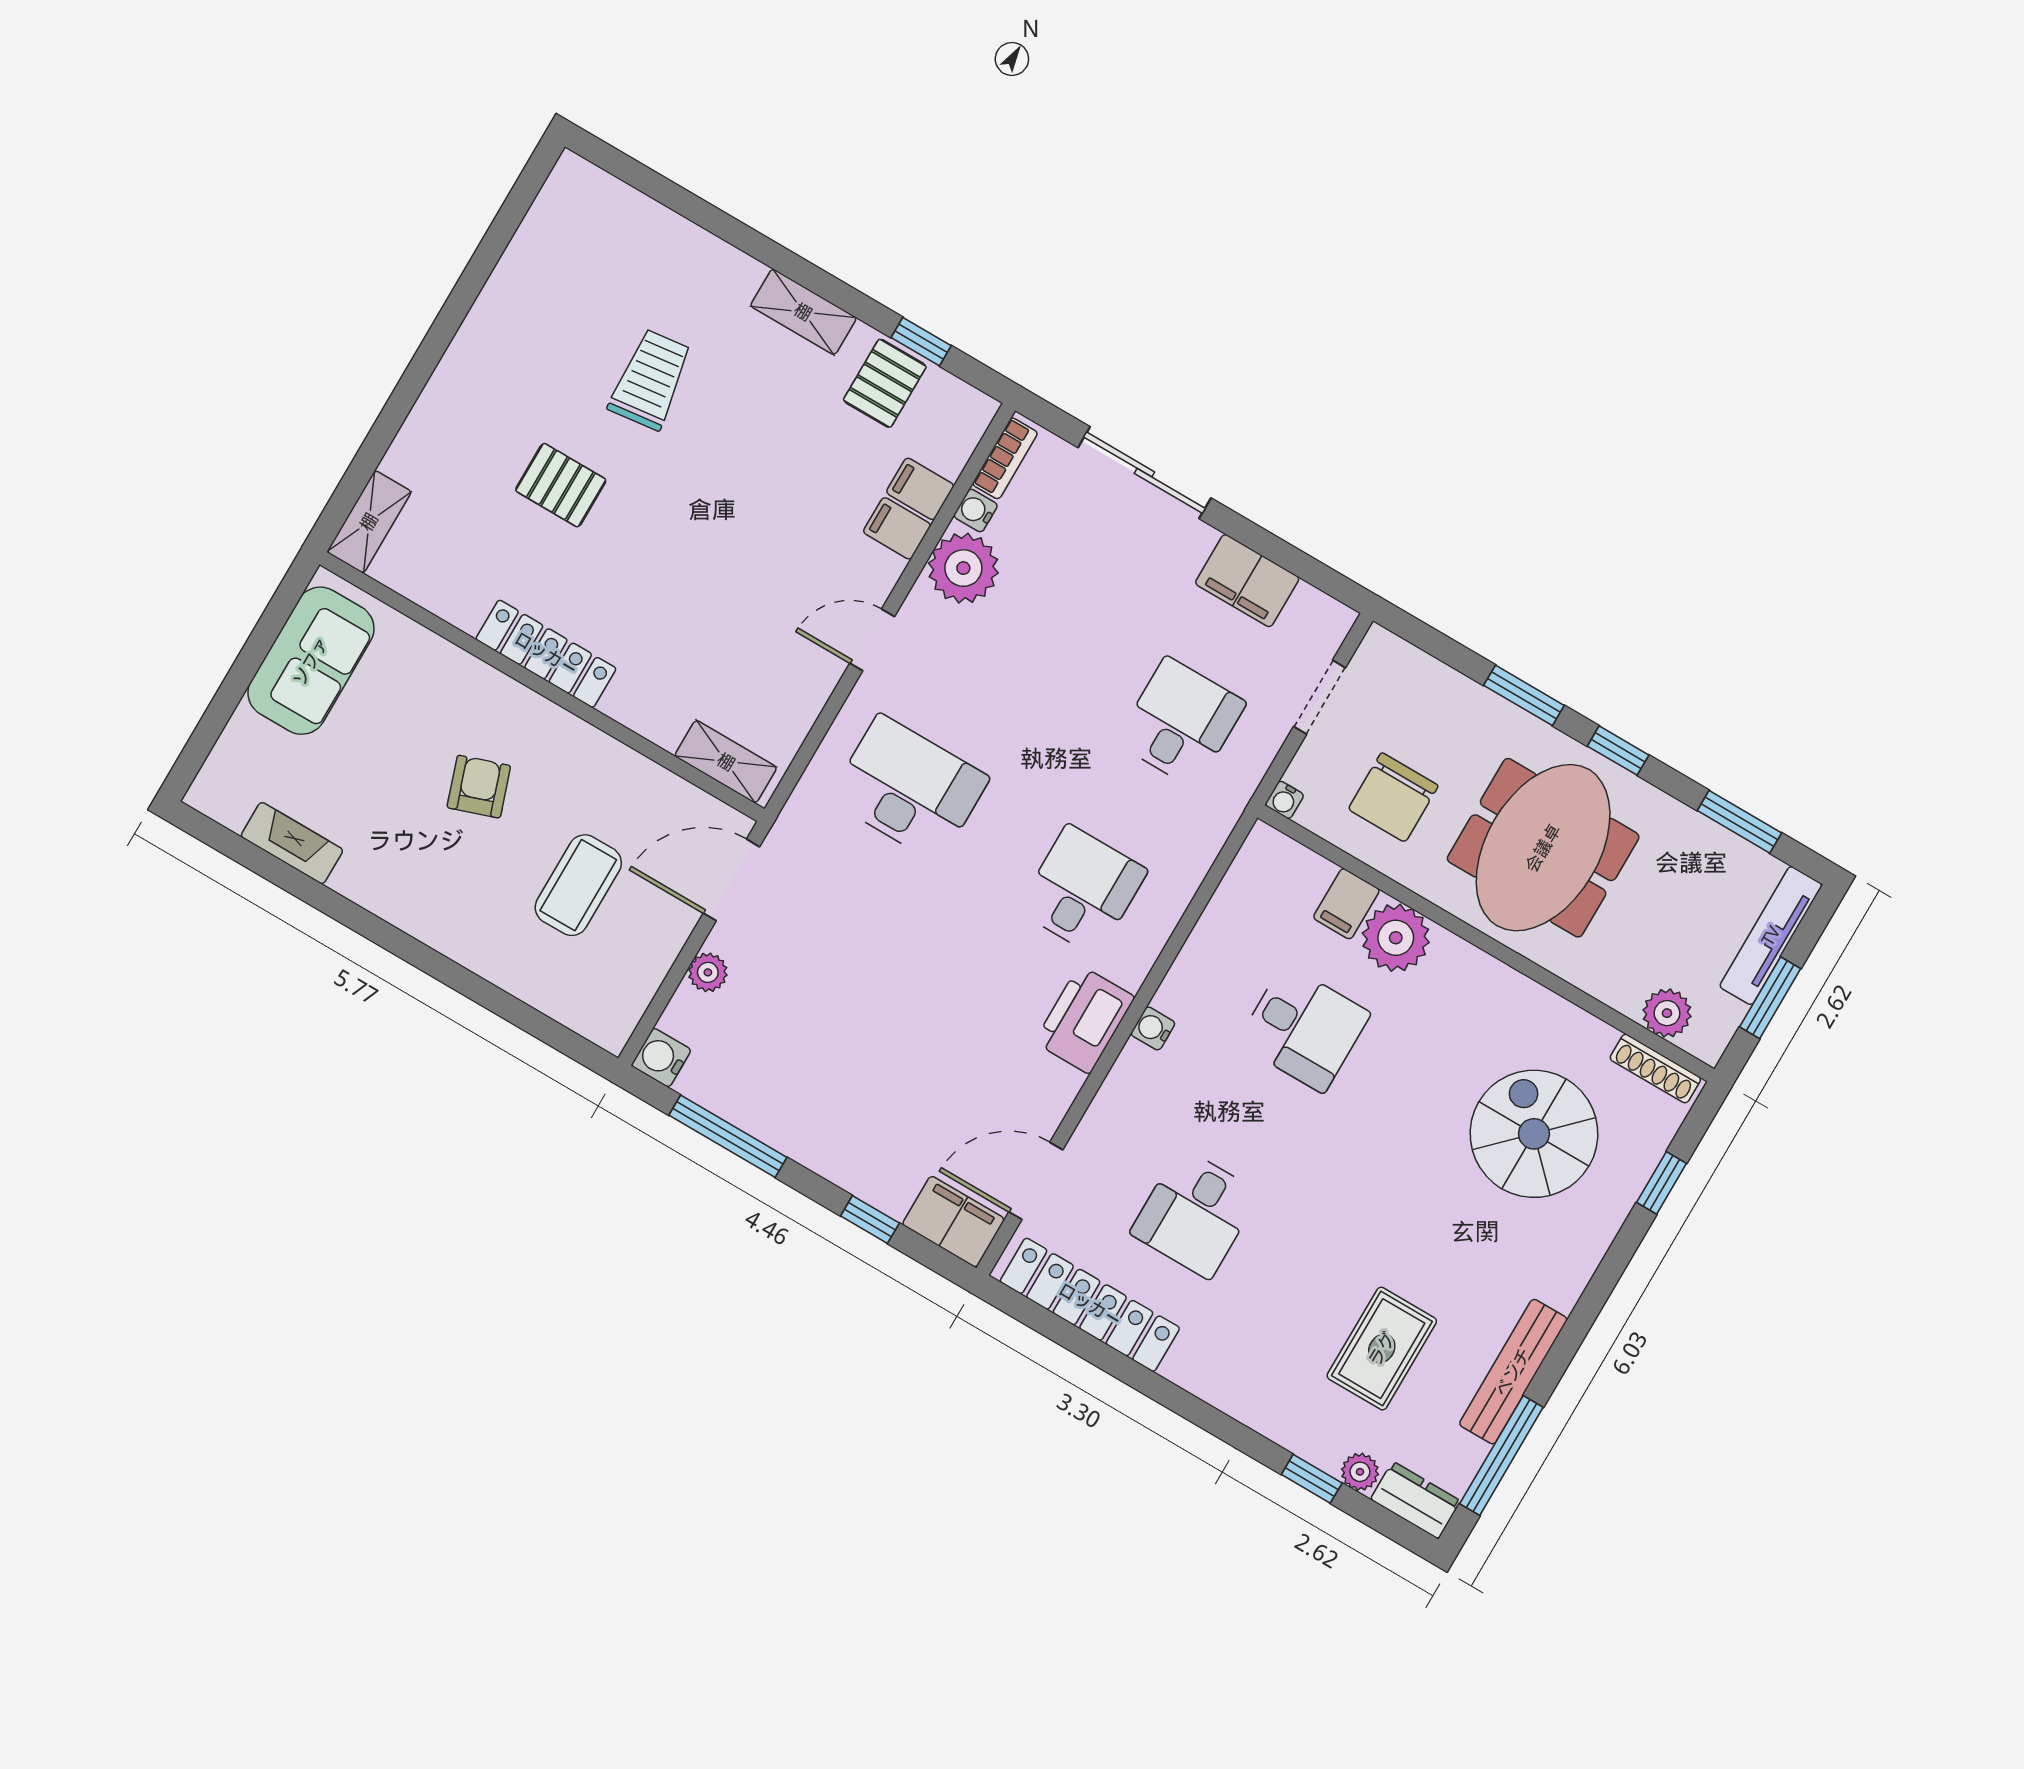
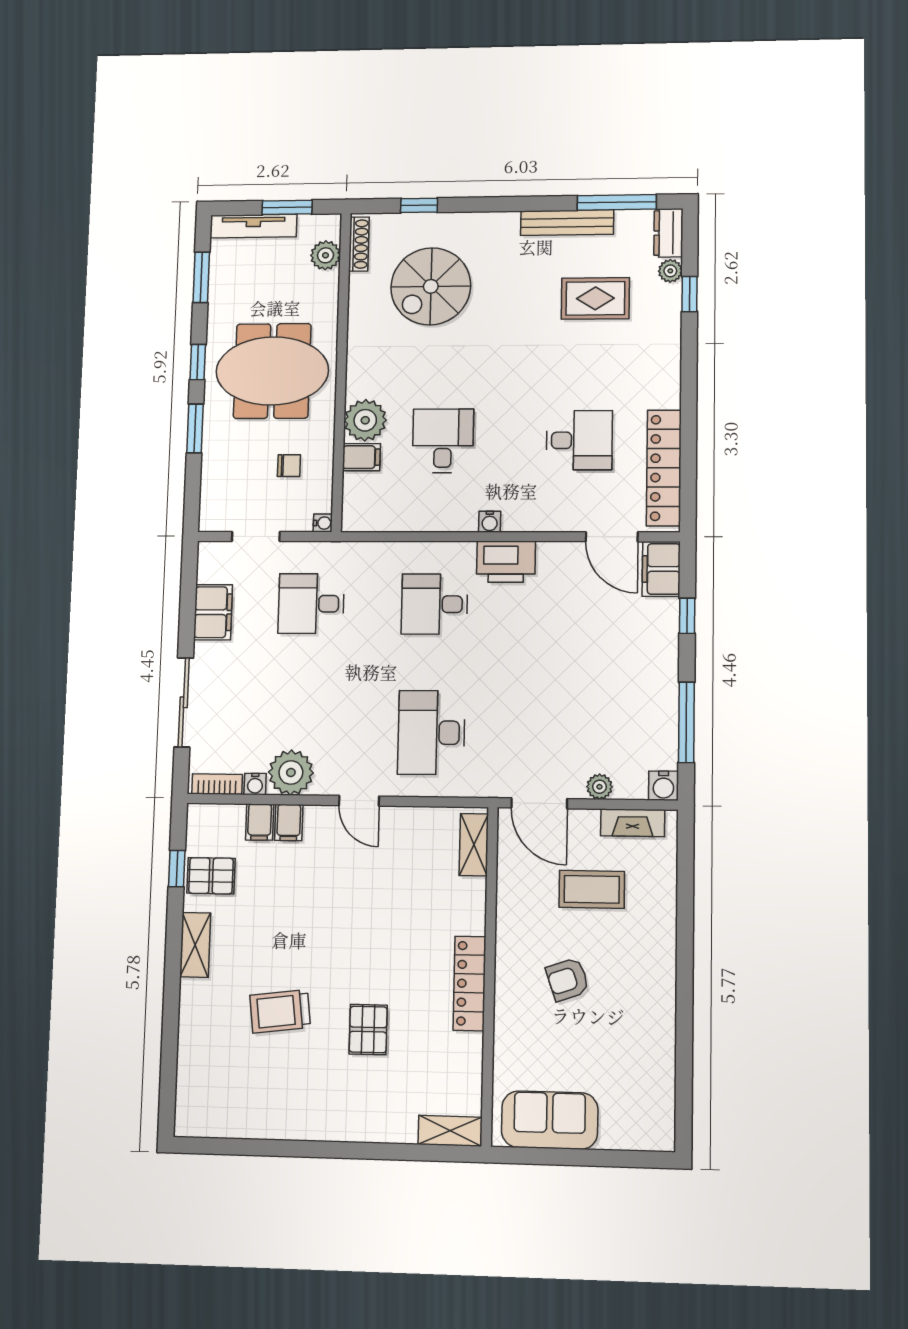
chair: (1393, 797) -> (289, 466), width x0.54, depth x0.54
fireplace: (292, 843) -> (633, 823), moved, turned -90

